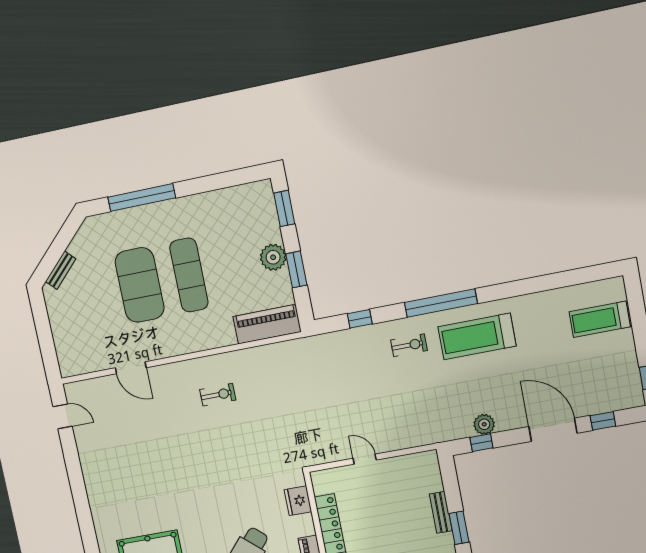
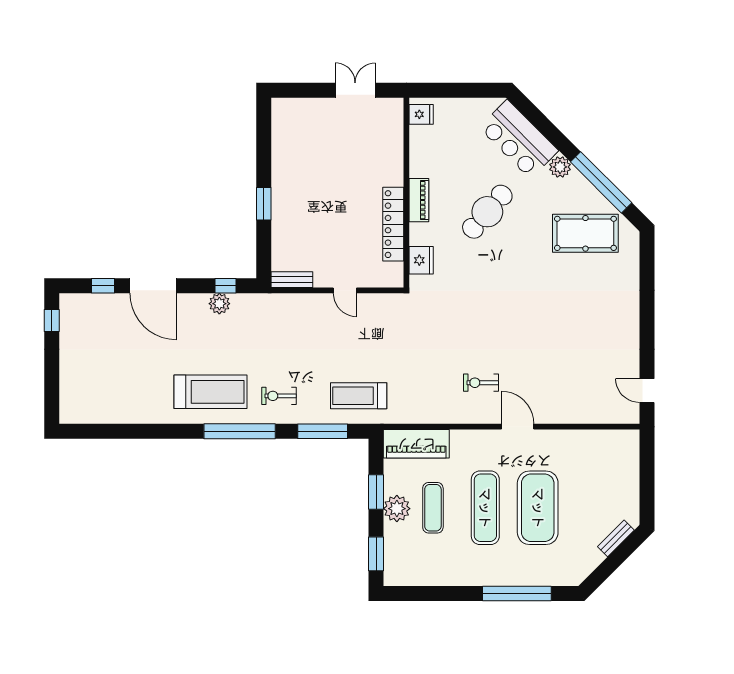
exercise mat: (239, 265) -> (433, 508), added
window: (360, 319) -> (323, 431), width x2.17
treadmill: (600, 319) -> (359, 396), moved, turned 180
door: (131, 368) -> (518, 427), moved
bench: (441, 512) -> (292, 280), moved, turned 90

